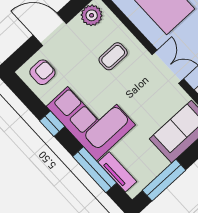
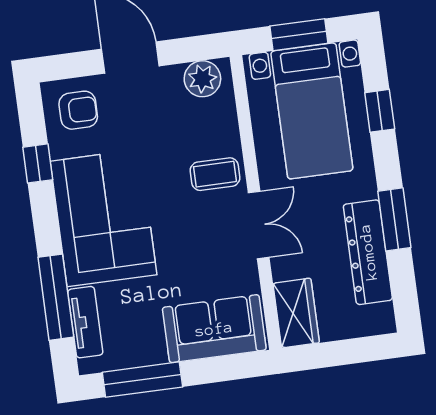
coffee table: (113, 56) -> (215, 174), moved
window: (52, 124) -> (38, 163), moved

